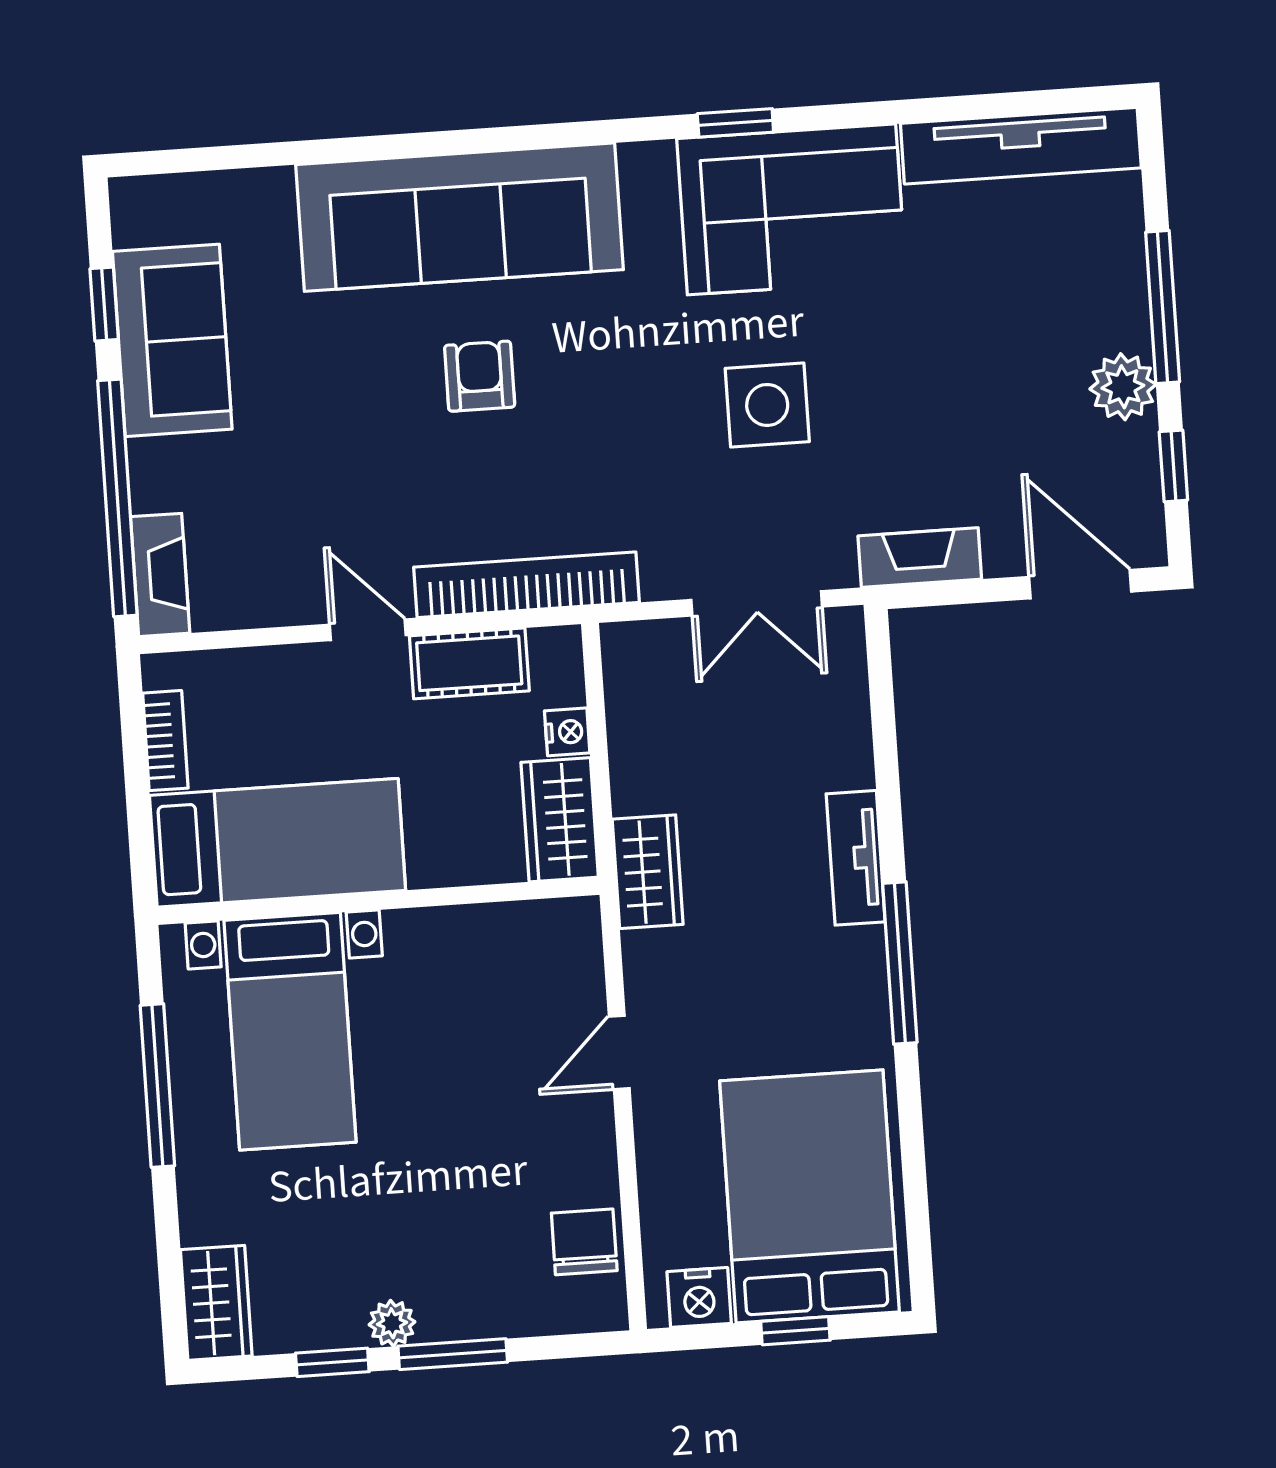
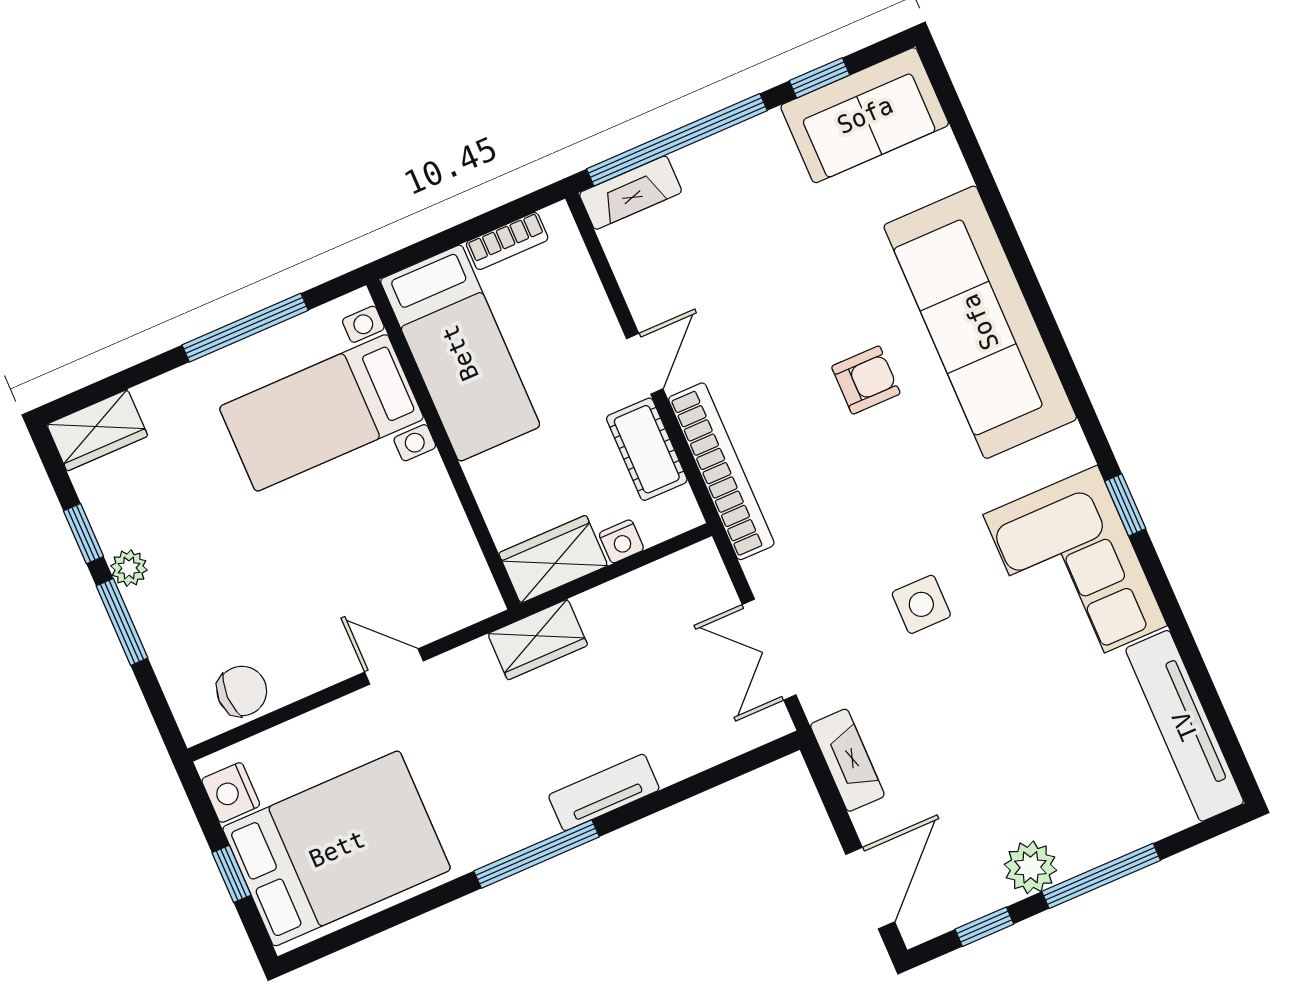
sofa: (172, 340) -> (865, 115), moved
side table: (767, 405) -> (921, 604), width x0.73, depth x0.73

